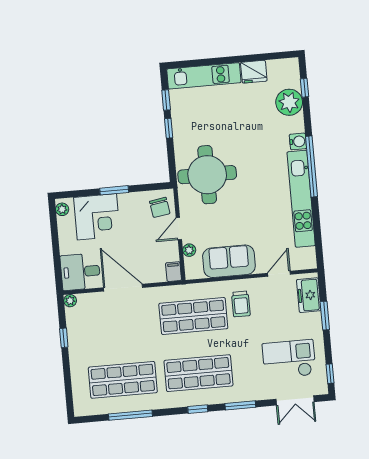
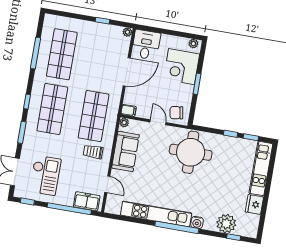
plant: (189, 250) -> (124, 123), moved
window: (325, 316) -> (69, 209), width x2.11

